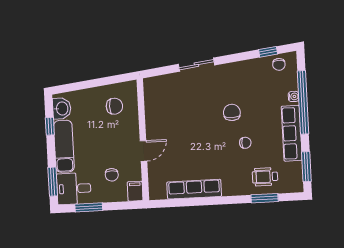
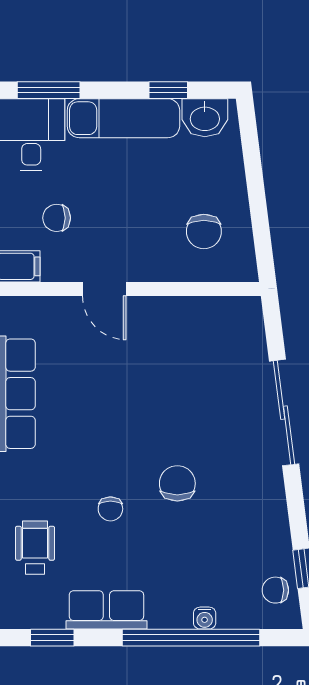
sliding door: (196, 65) -> (284, 413), width x1.37
chair: (232, 112) -> (177, 483), turned -90
row of seats: (292, 133) -> (106, 610), width x0.68
window: (306, 167) -> (52, 638), width x0.67

